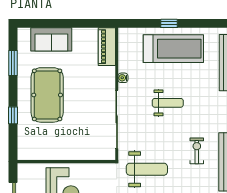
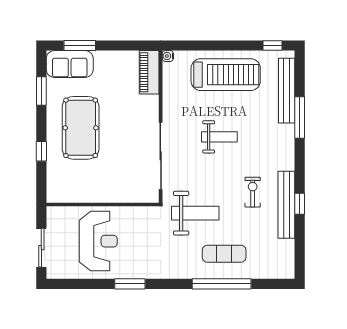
window: (46, 23) -> (80, 46), added
window: (169, 23) -> (273, 46), moved
sofa: (51, 39) -> (70, 64), moved
water cooler: (123, 78) -> (168, 56), moved

